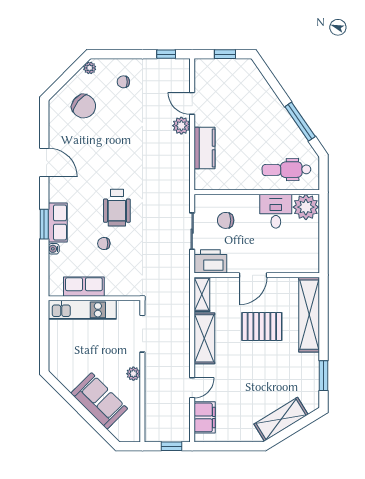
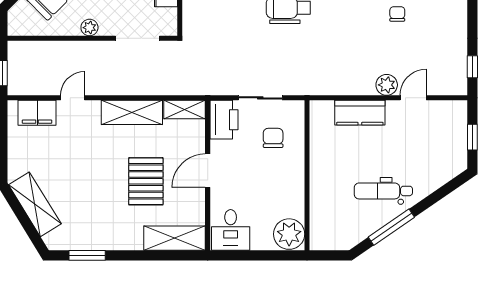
chair: (123, 82) -> (397, 14), moved
dental chair: (286, 170) -> (383, 191), moved, turned -89
desk: (276, 211) -> (231, 230), moved, turned 90
door: (253, 275) -> (208, 171), hinge flipped
shelving: (309, 315) -> (175, 238), width x0.68
door: (192, 388) -> (73, 98), swing flipped

